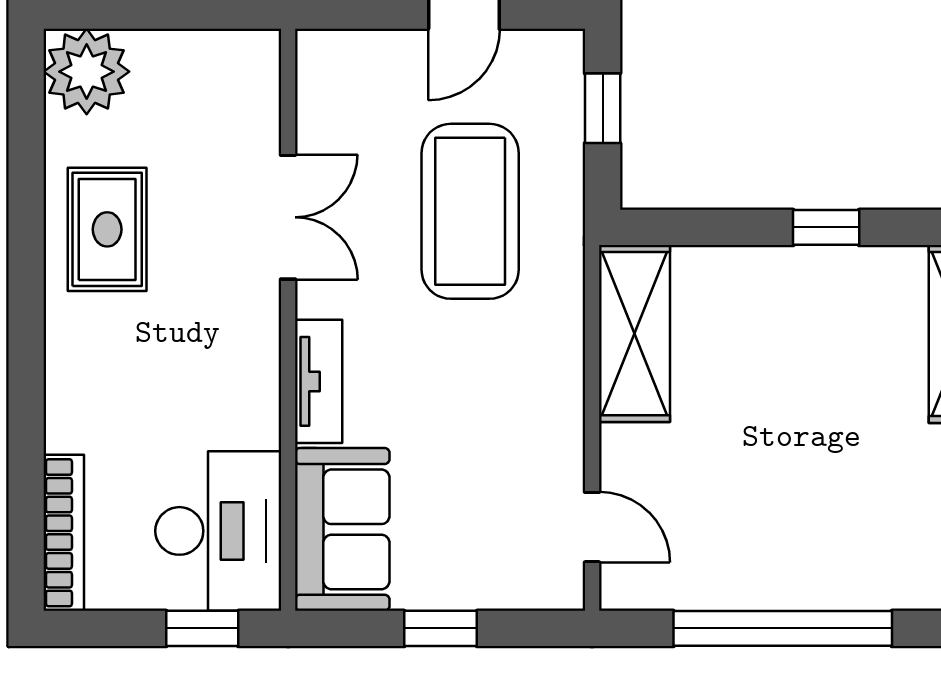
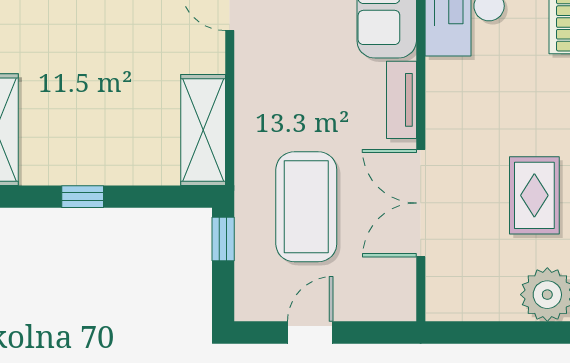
window: (603, 108) -> (223, 239), moved
double door: (288, 217) -> (421, 203), width x1.37

